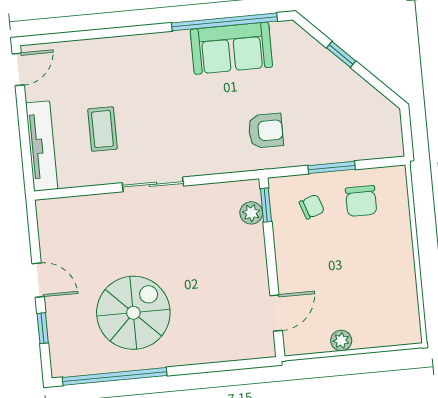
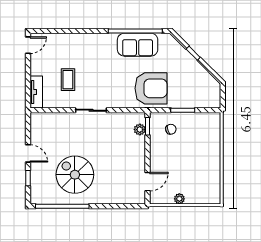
armchair: (266, 131) -> (151, 88), width x1.88, depth x1.88
tv unit: (42, 146) -> (36, 92), width x0.71
chair: (361, 201) -> (196, 129), removed
spiral stairs: (133, 313) -> (75, 175), turned -90

